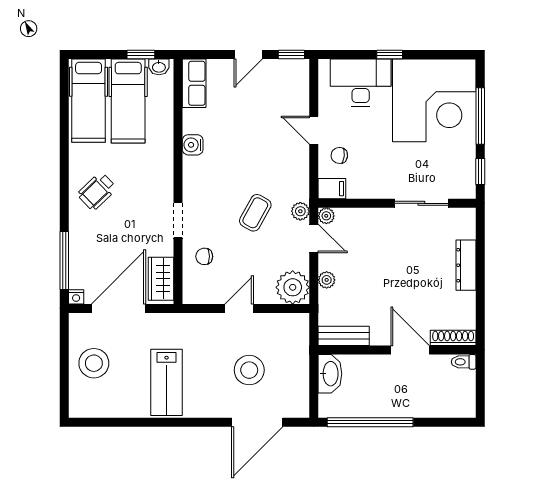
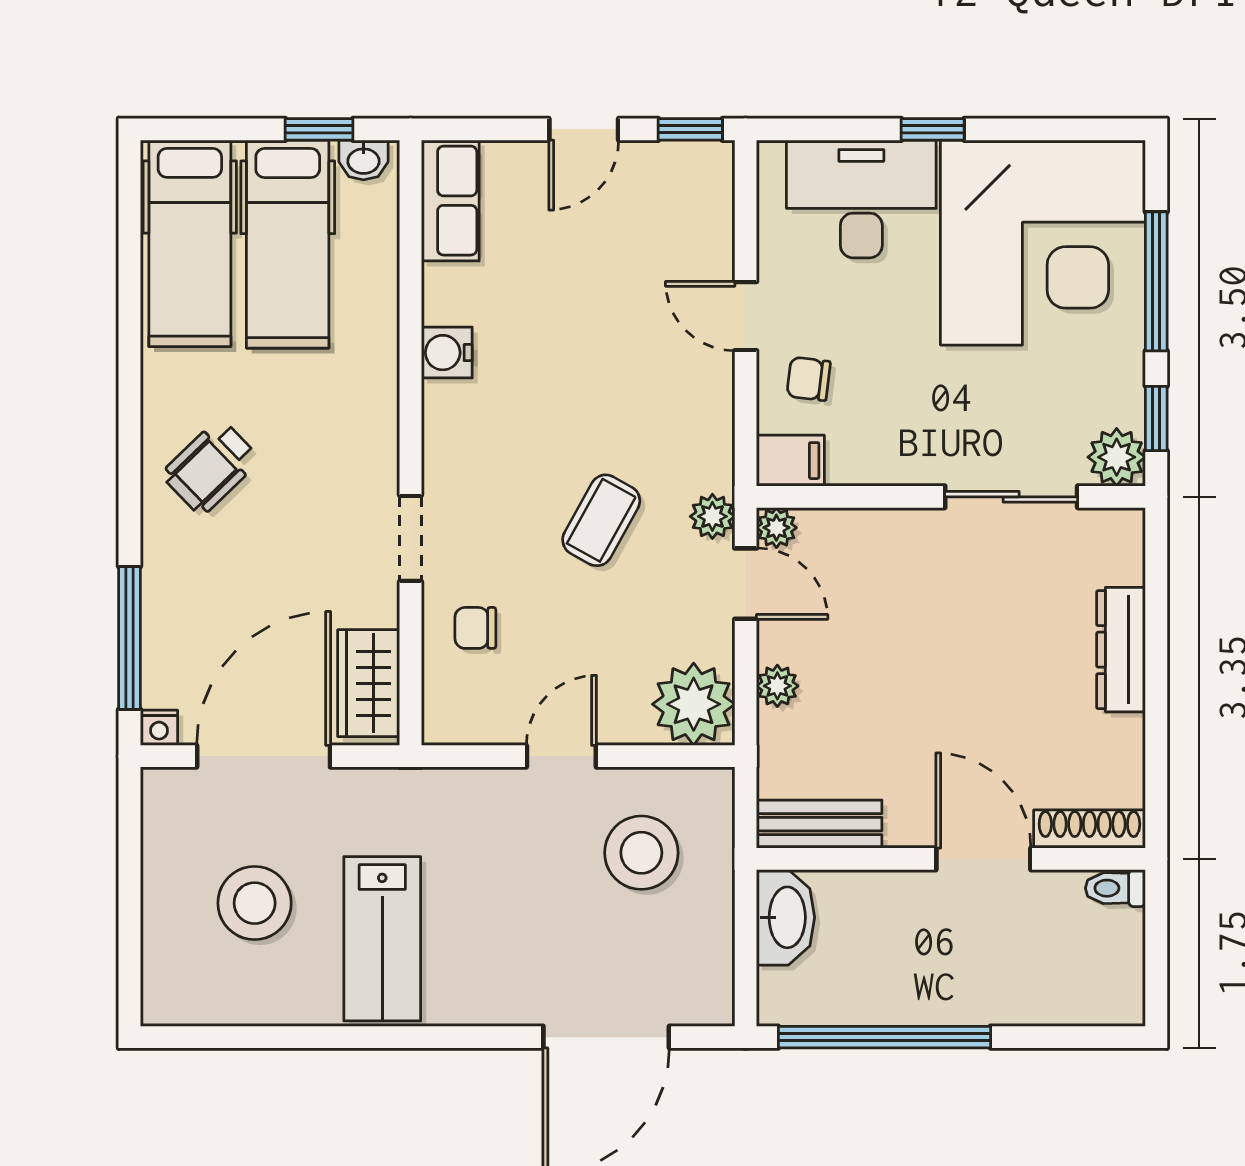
plant: (464, 187) -> (1117, 457), added
stool: (94, 363) -> (255, 903), moved
stool: (249, 370) -> (641, 853), moved

